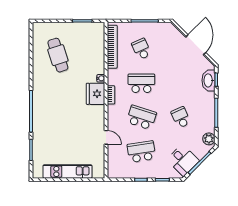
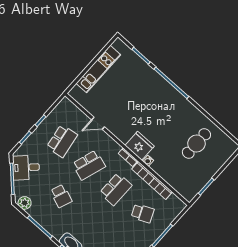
bookcase: (112, 47) -> (152, 180), moved
cafe table: (58, 55) -> (196, 143), turned -72
school desk: (181, 117) -> (61, 196), turned 45

